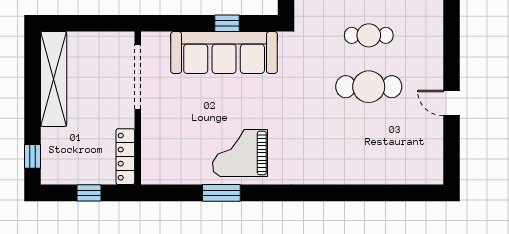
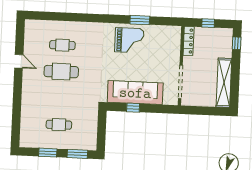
cafe table: (369, 35) -> (62, 45), moved

